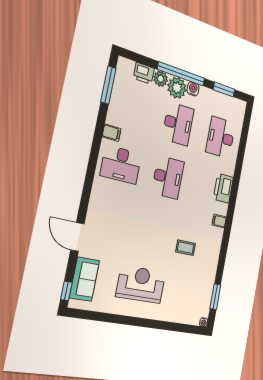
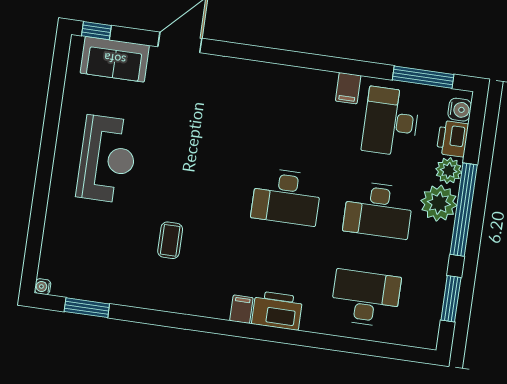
water cooler: (193, 89) -> (460, 110), moved
desk: (121, 165) -> (391, 122), moved
filing cabinet: (219, 221) -> (241, 309), moved

